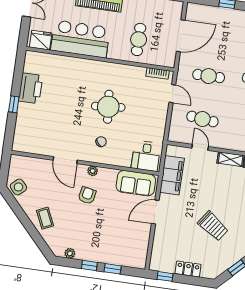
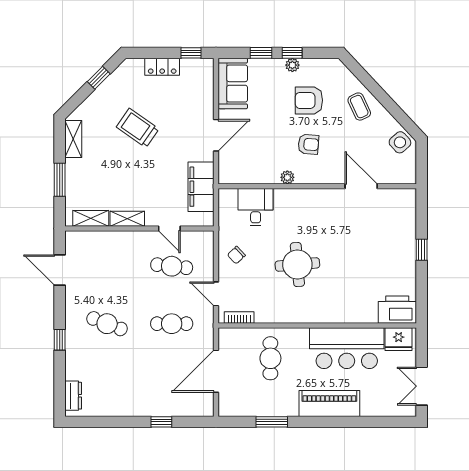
printer: (31, 88) -> (397, 310), moved, turned 90
chair: (101, 142) -> (236, 255), moved
desk: (146, 156) -> (256, 207), moved
door: (65, 160) -> (361, 186), moved
plant: (93, 171) -> (287, 177), moved
sofa: (136, 183) -> (233, 83), moved, turned 90
armchair: (87, 195) -> (308, 144), turned -97
armchair: (82, 228) -> (309, 100), added
plant: (70, 253) -> (292, 65), moved

